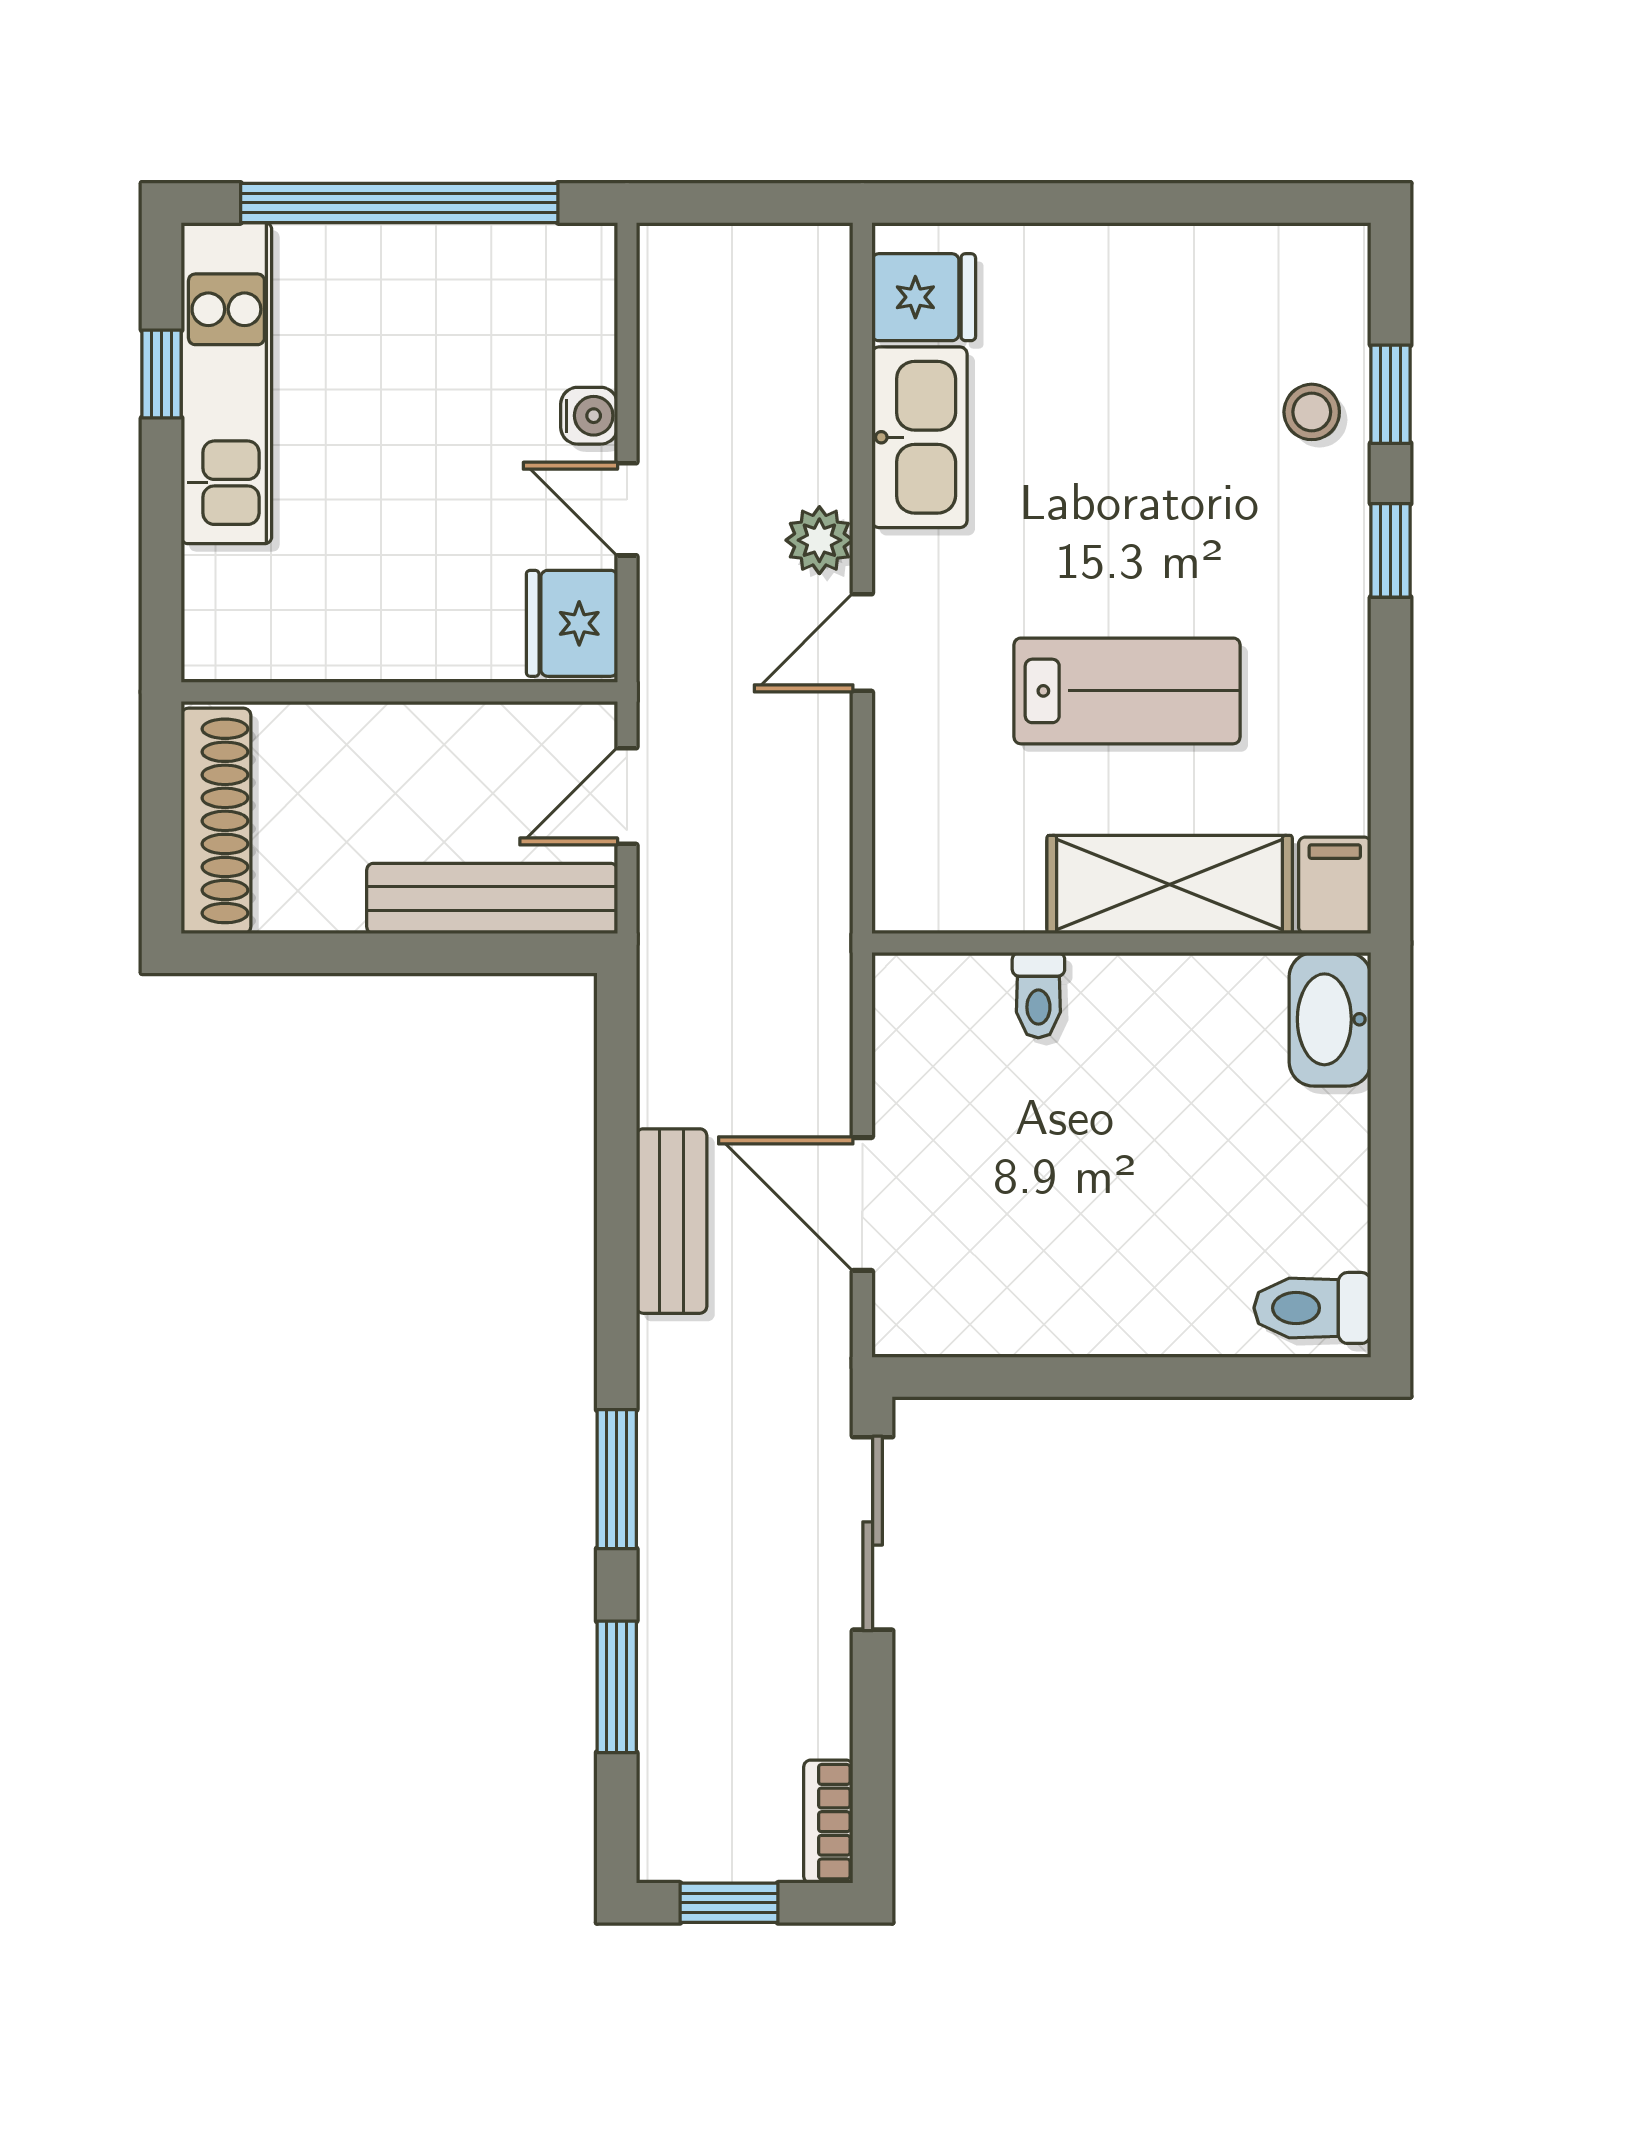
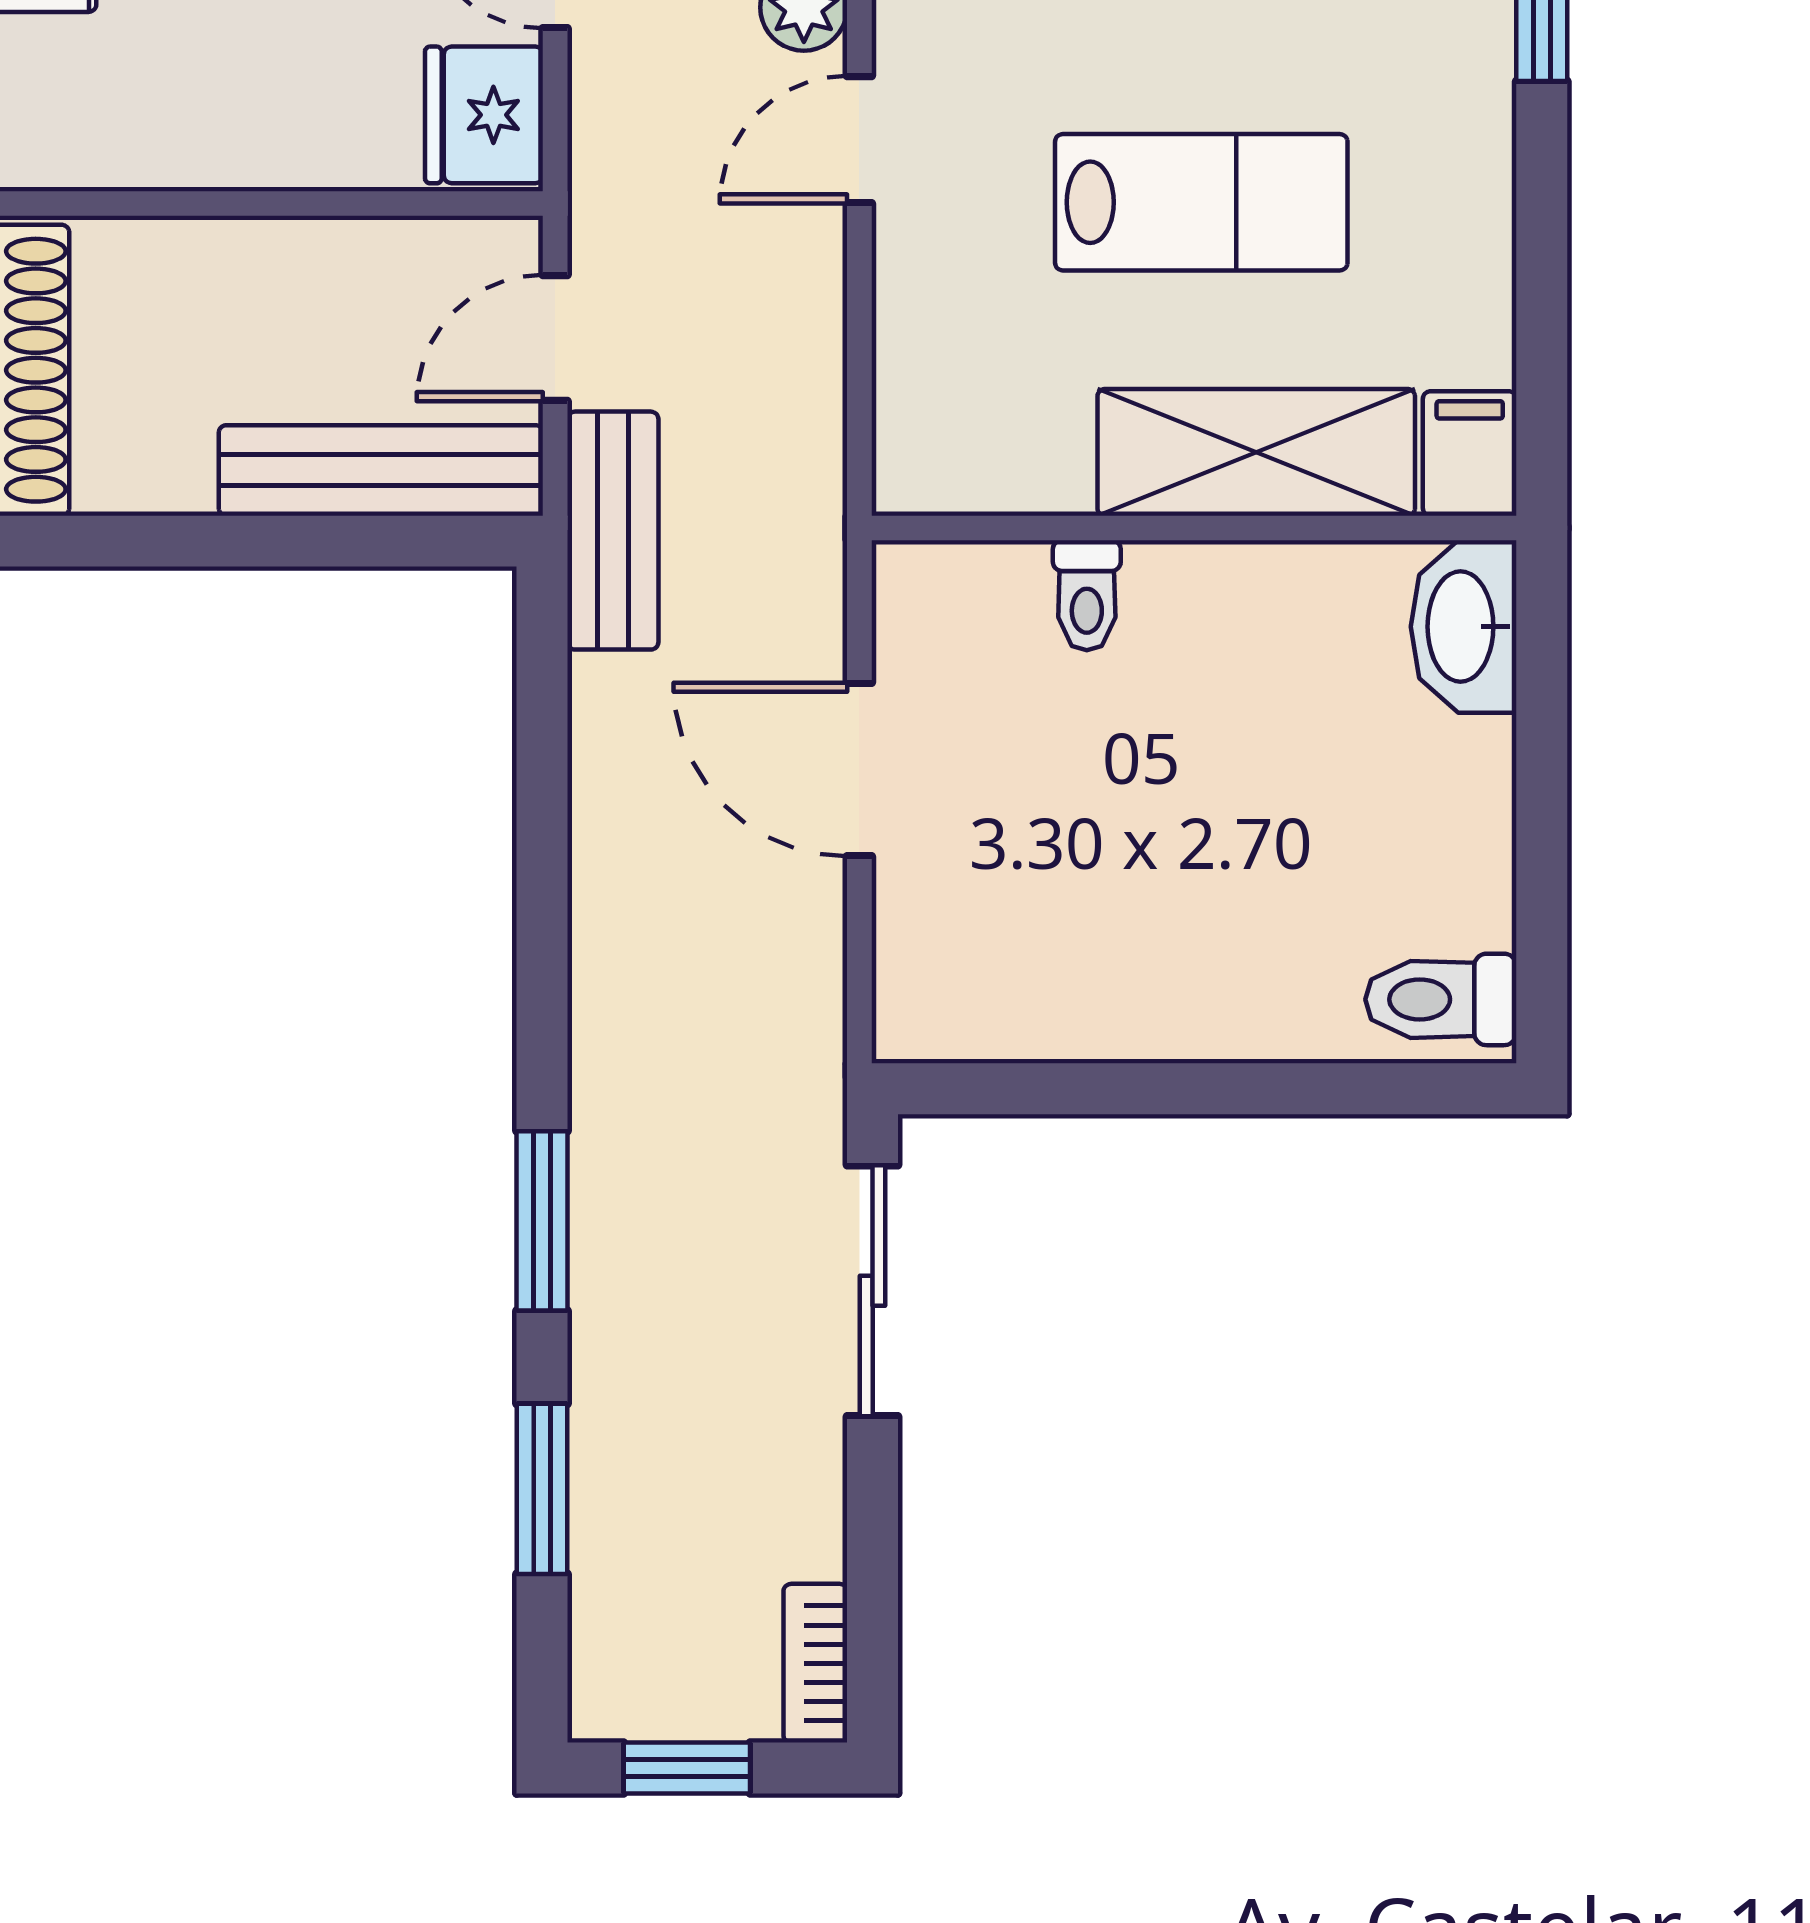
door: (862, 1204) -> (859, 769), moved
bench: (672, 1221) -> (613, 531), moved

